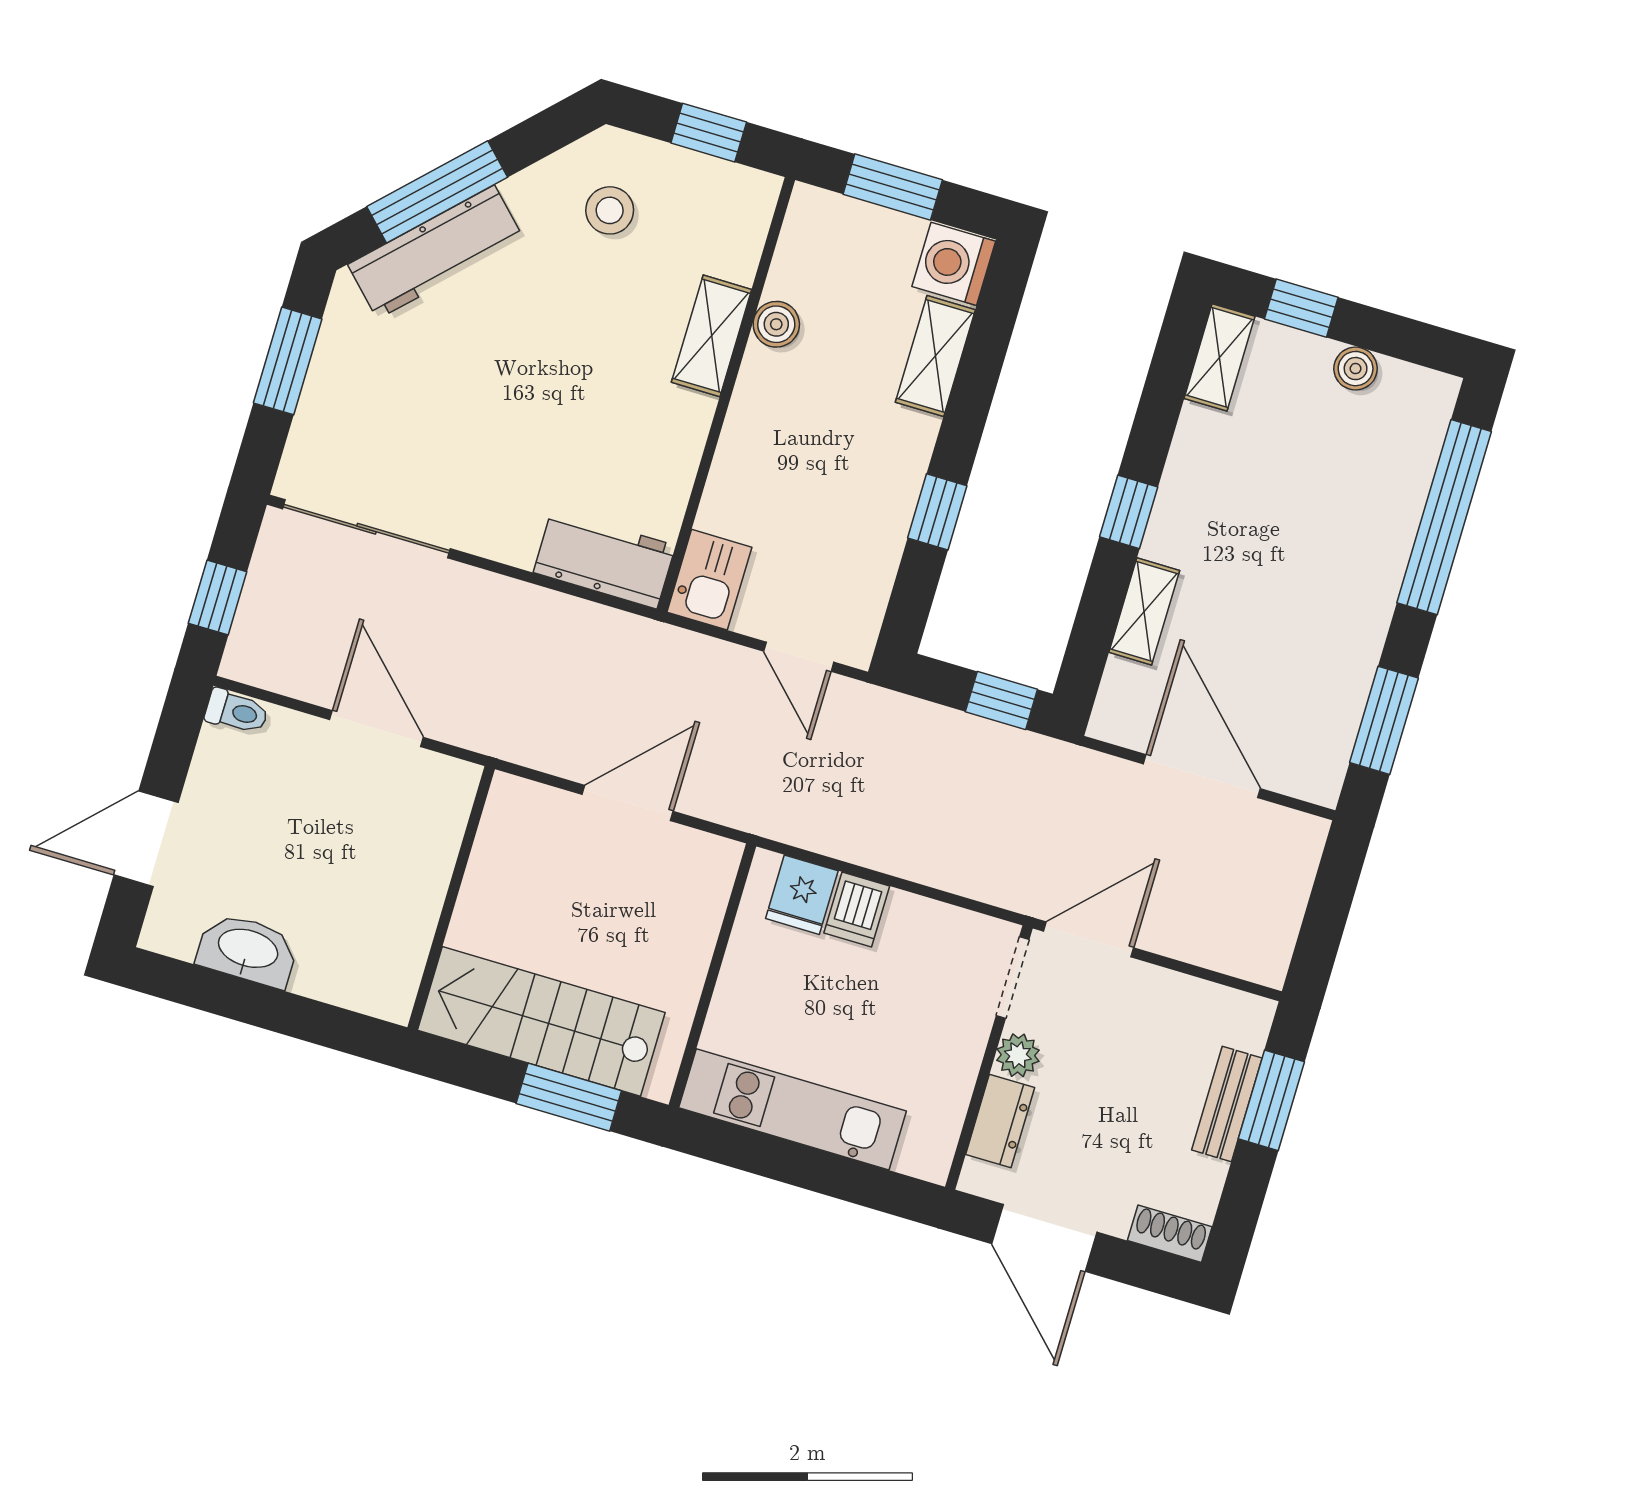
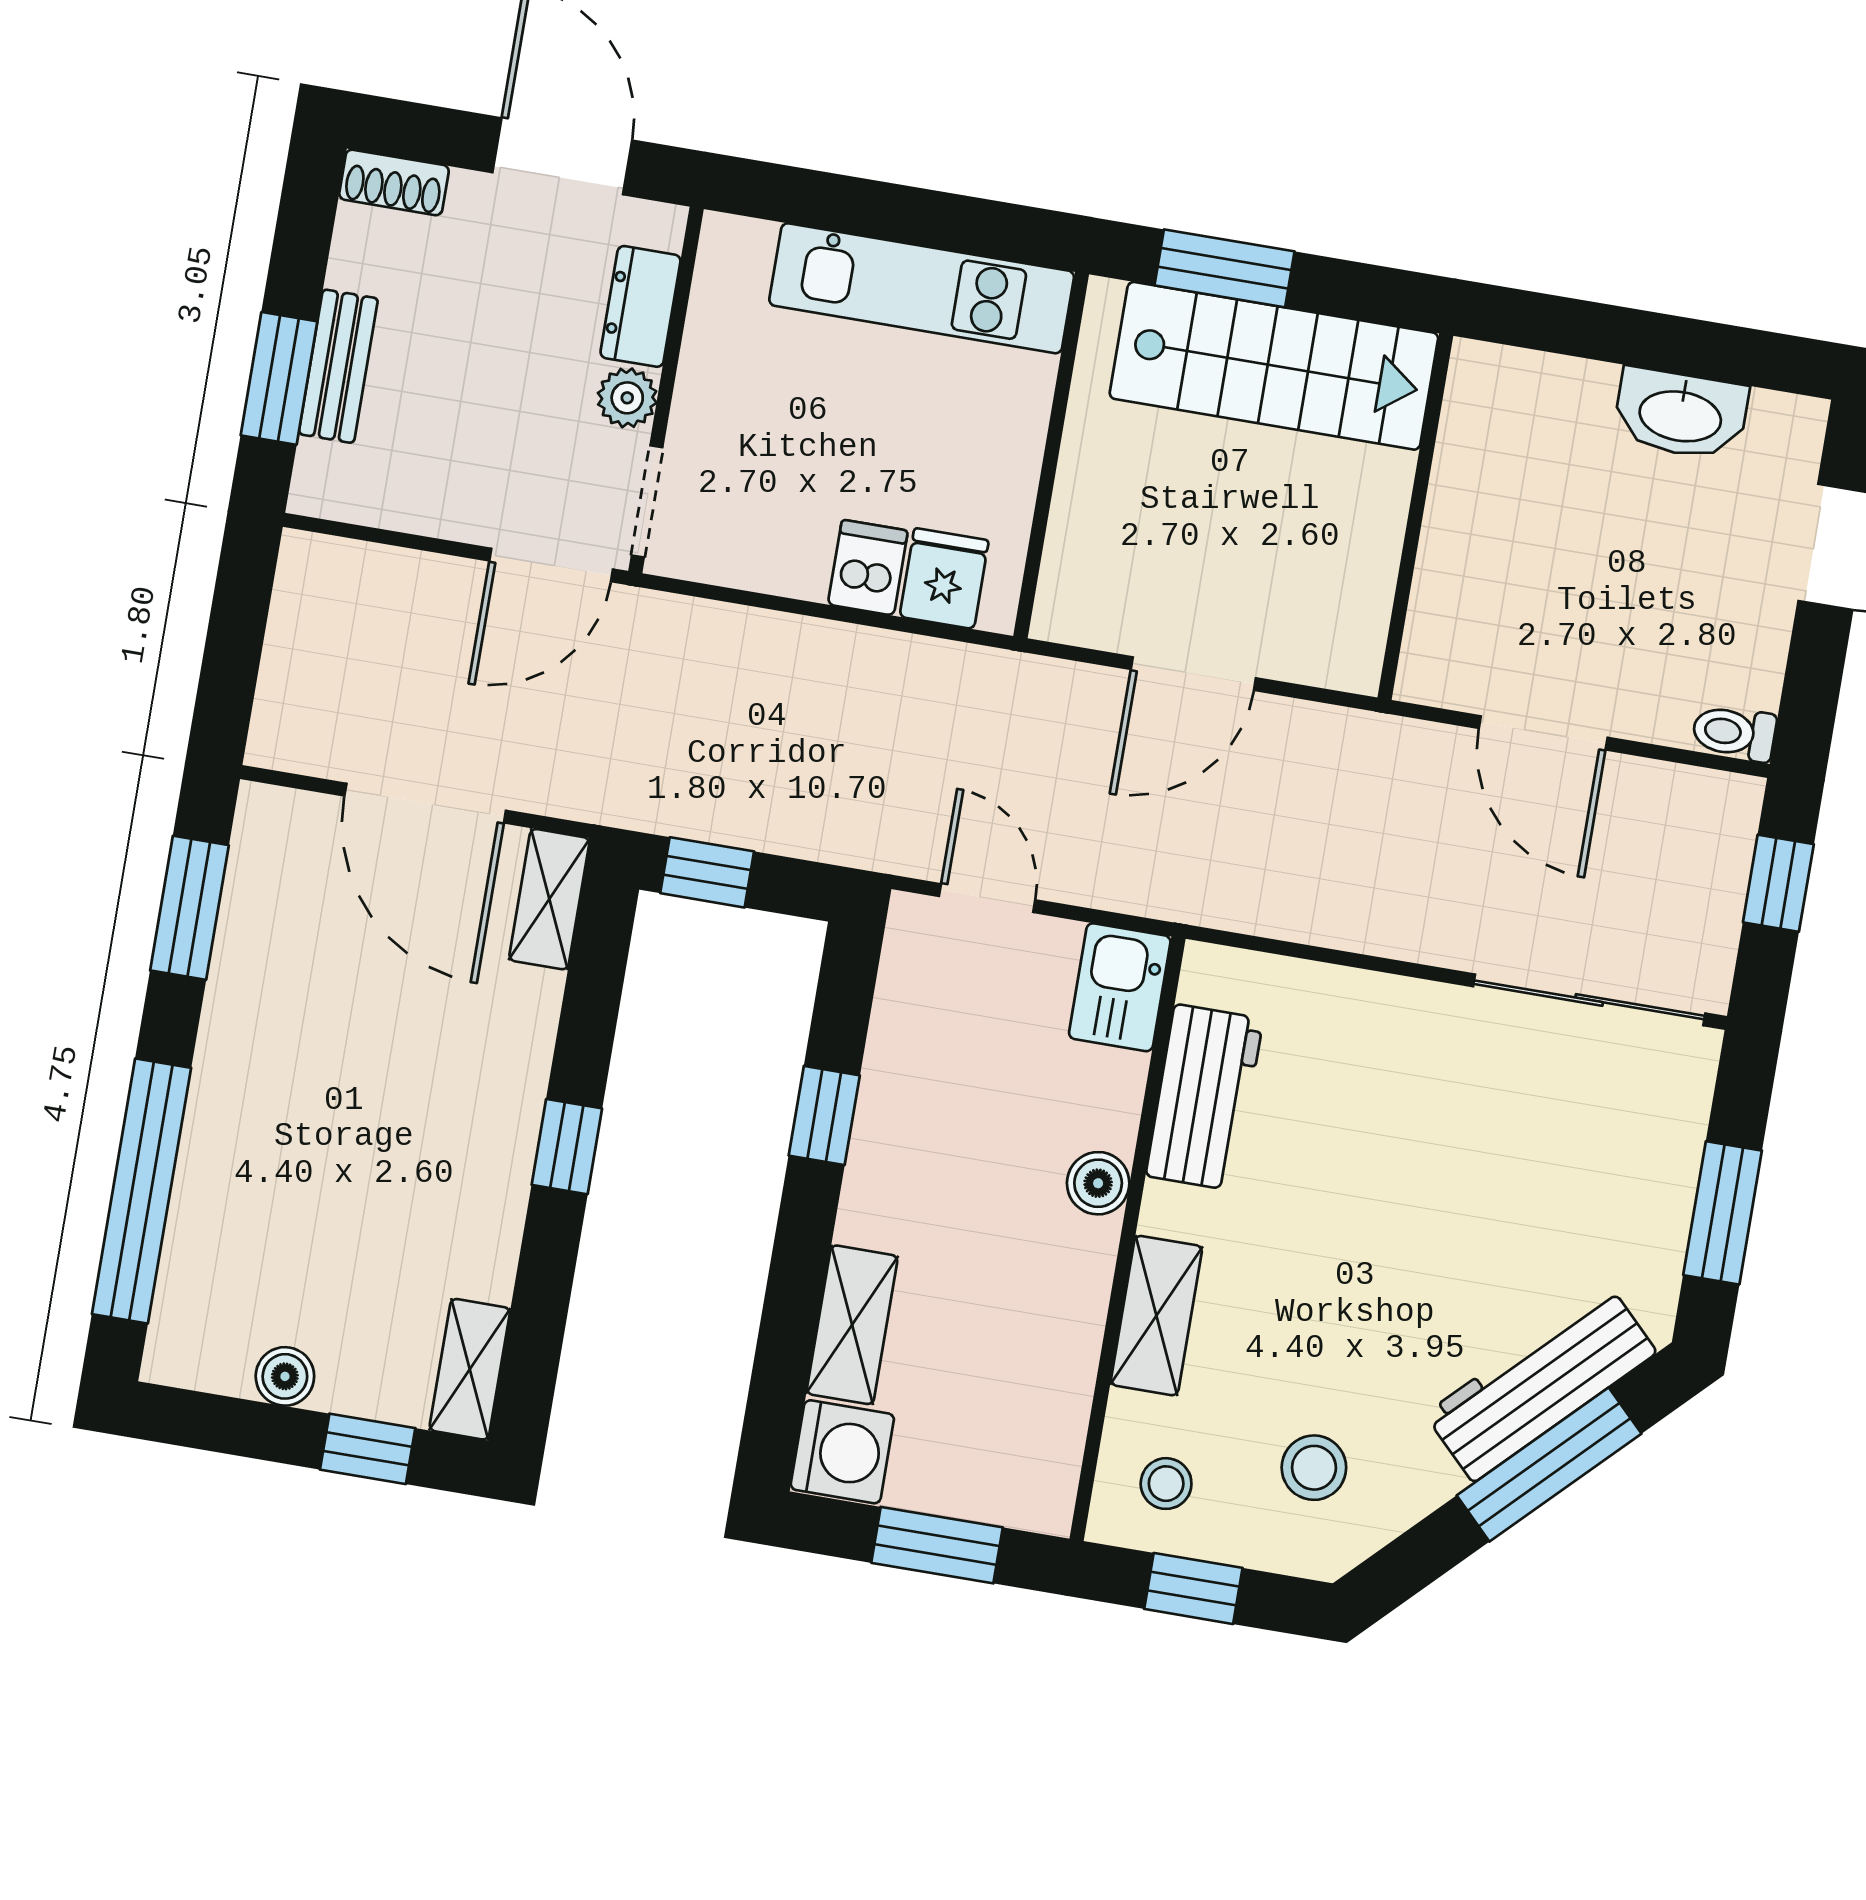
stool: (719, 212) -> (1166, 1484), added
boiler: (776, 324) -> (1098, 1183), moved
workbench: (604, 559) -> (1204, 1097), moved, turned -90
shelving: (1144, 611) -> (549, 899), moved

